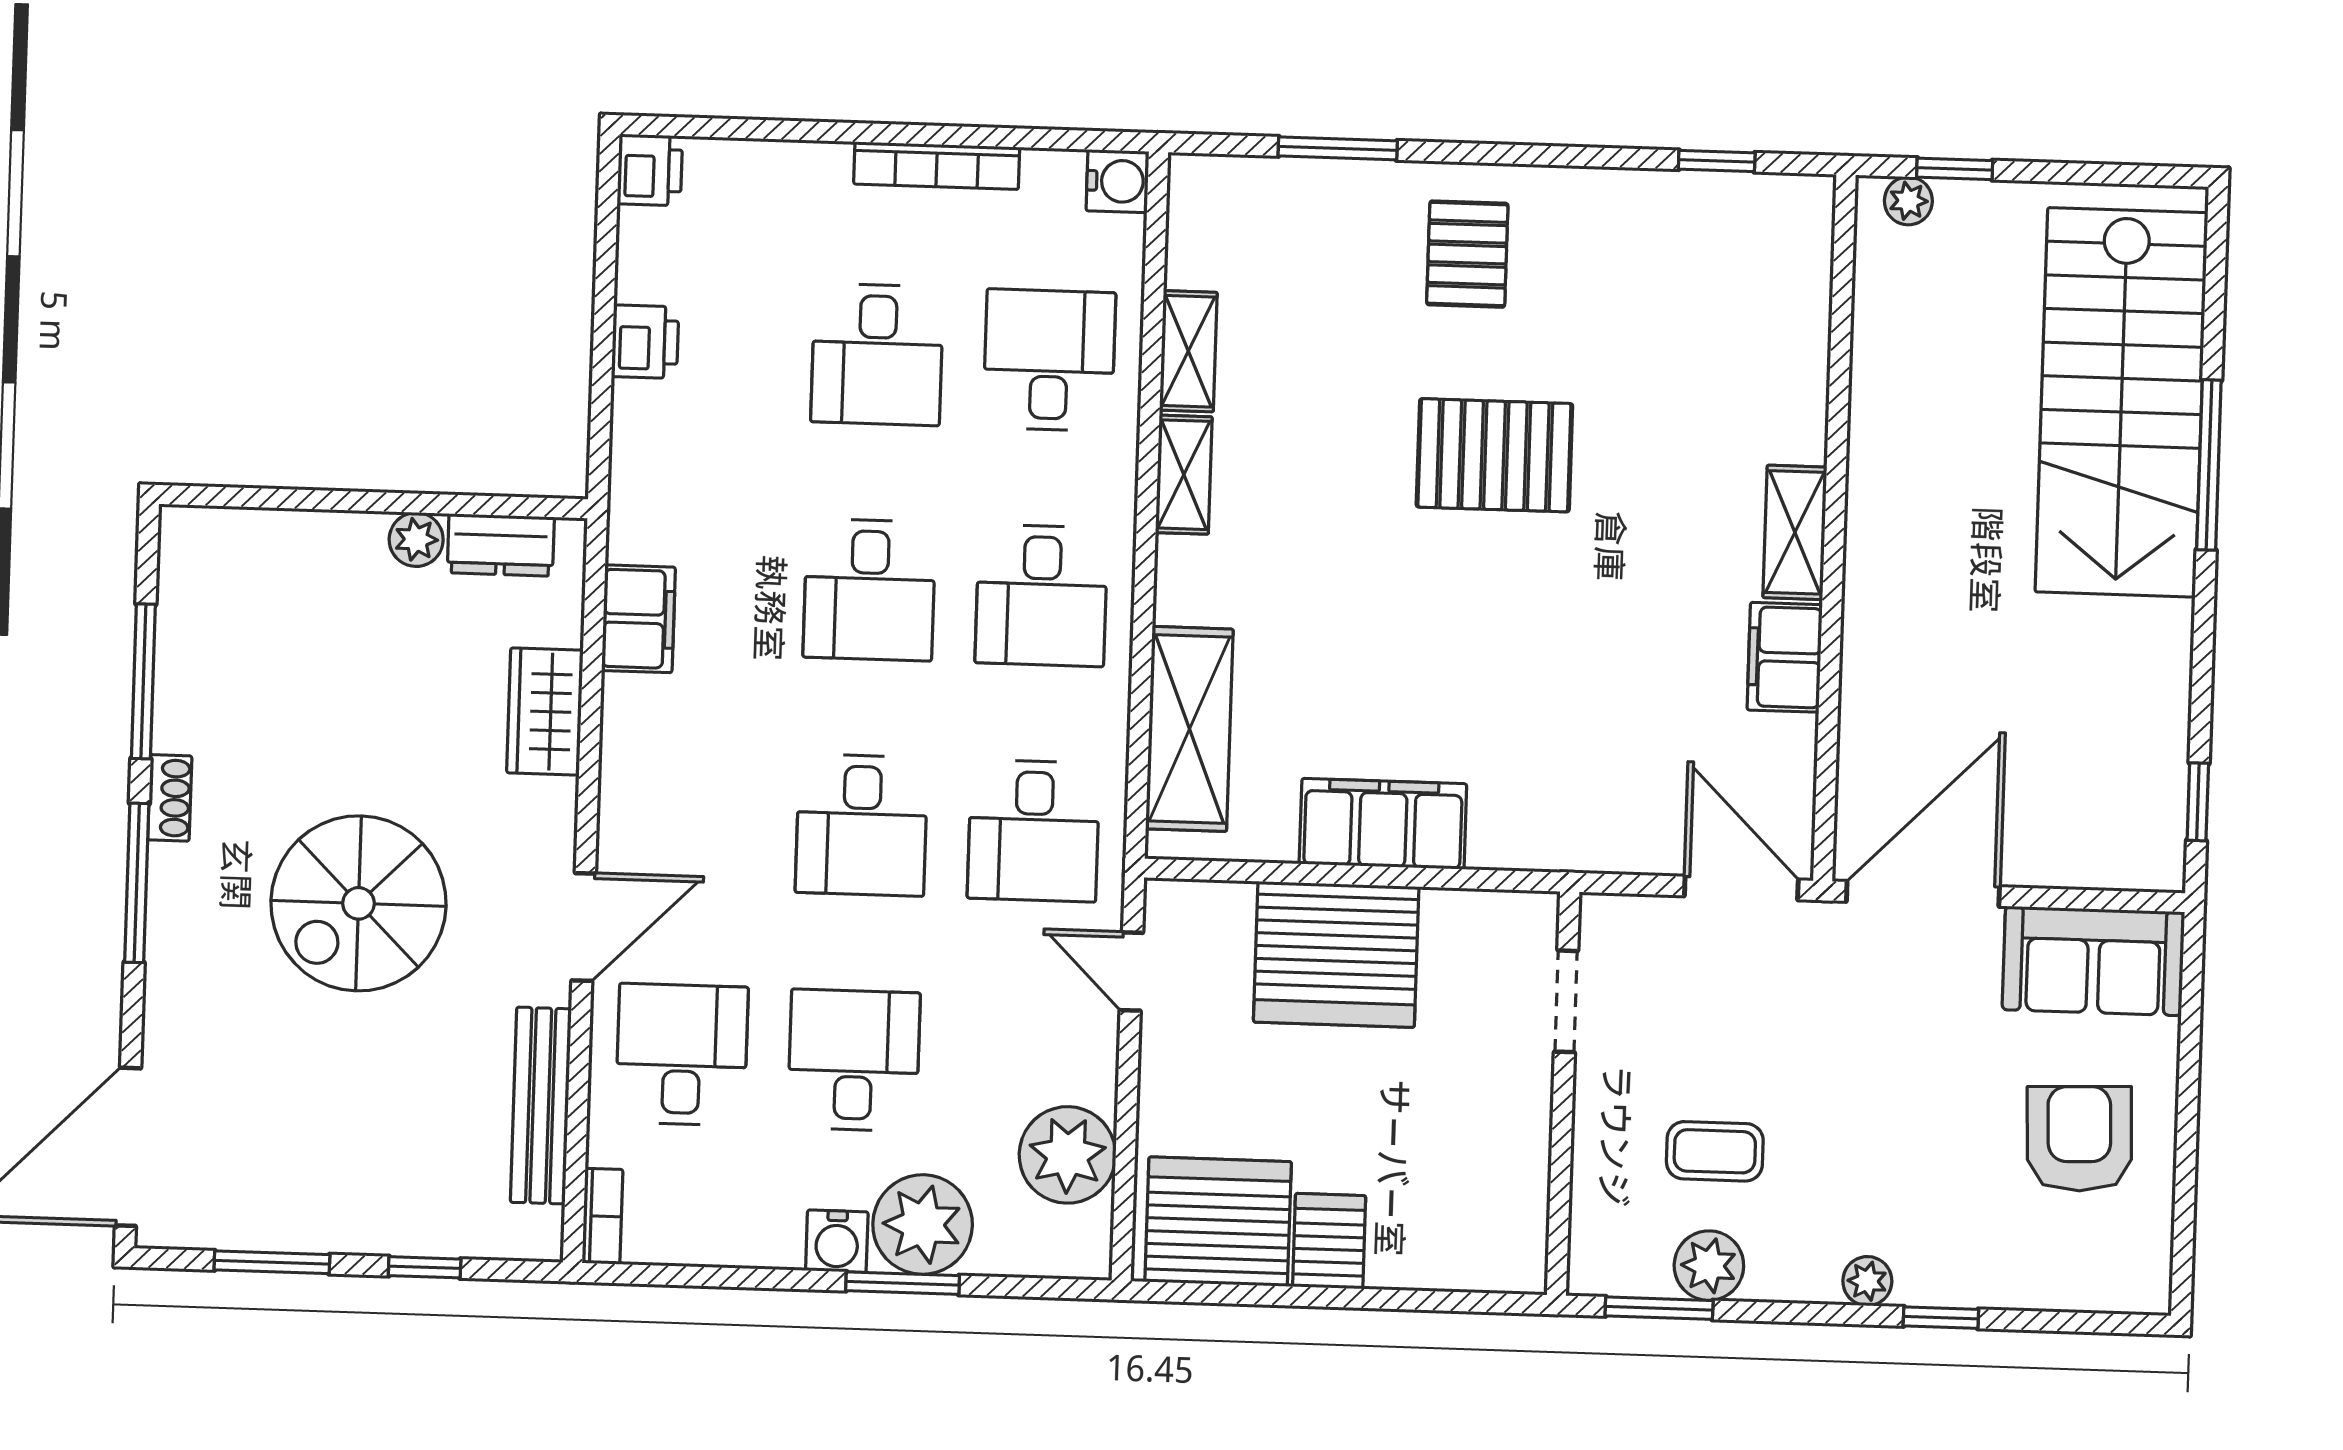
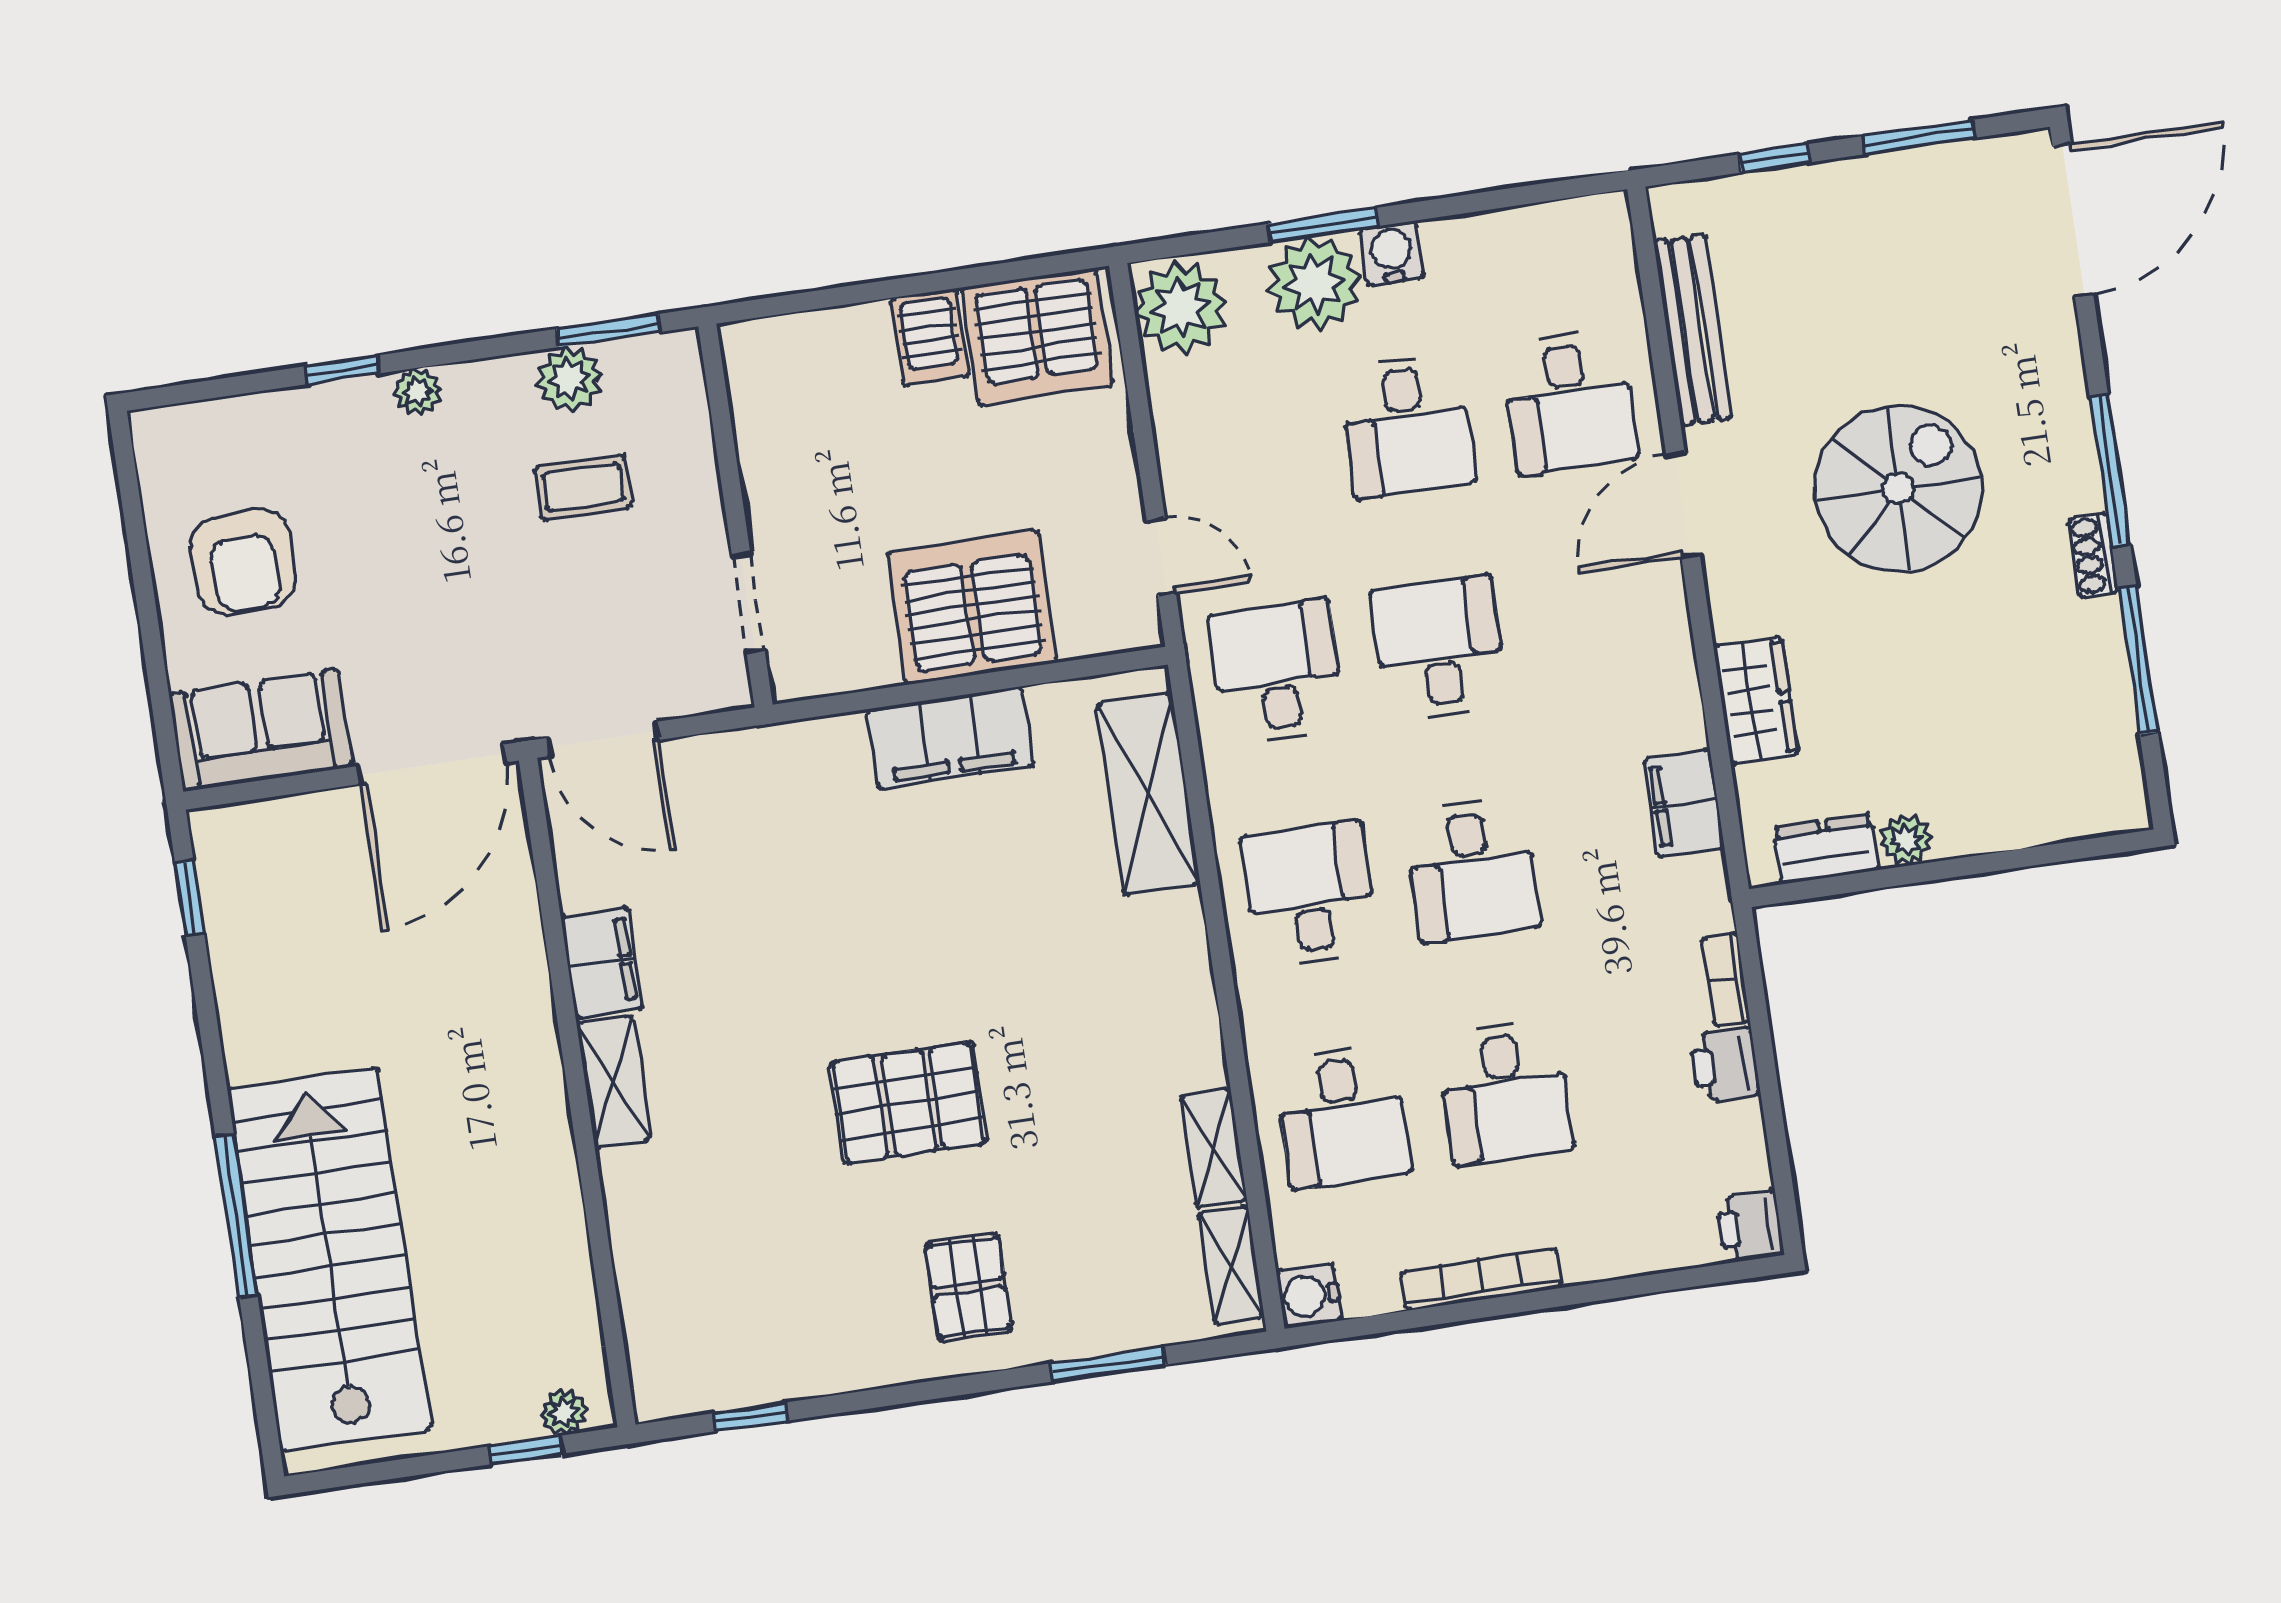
desk: (877, 354) -> (1505, 1092), turned 180
shelving: (1184, 475) -> (1231, 1265), moved
desk: (869, 590) -> (1472, 870), turned 180
plant: (1067, 1155) -> (1180, 308), moved
bookcase: (602, 1216) -> (1726, 979), moved

